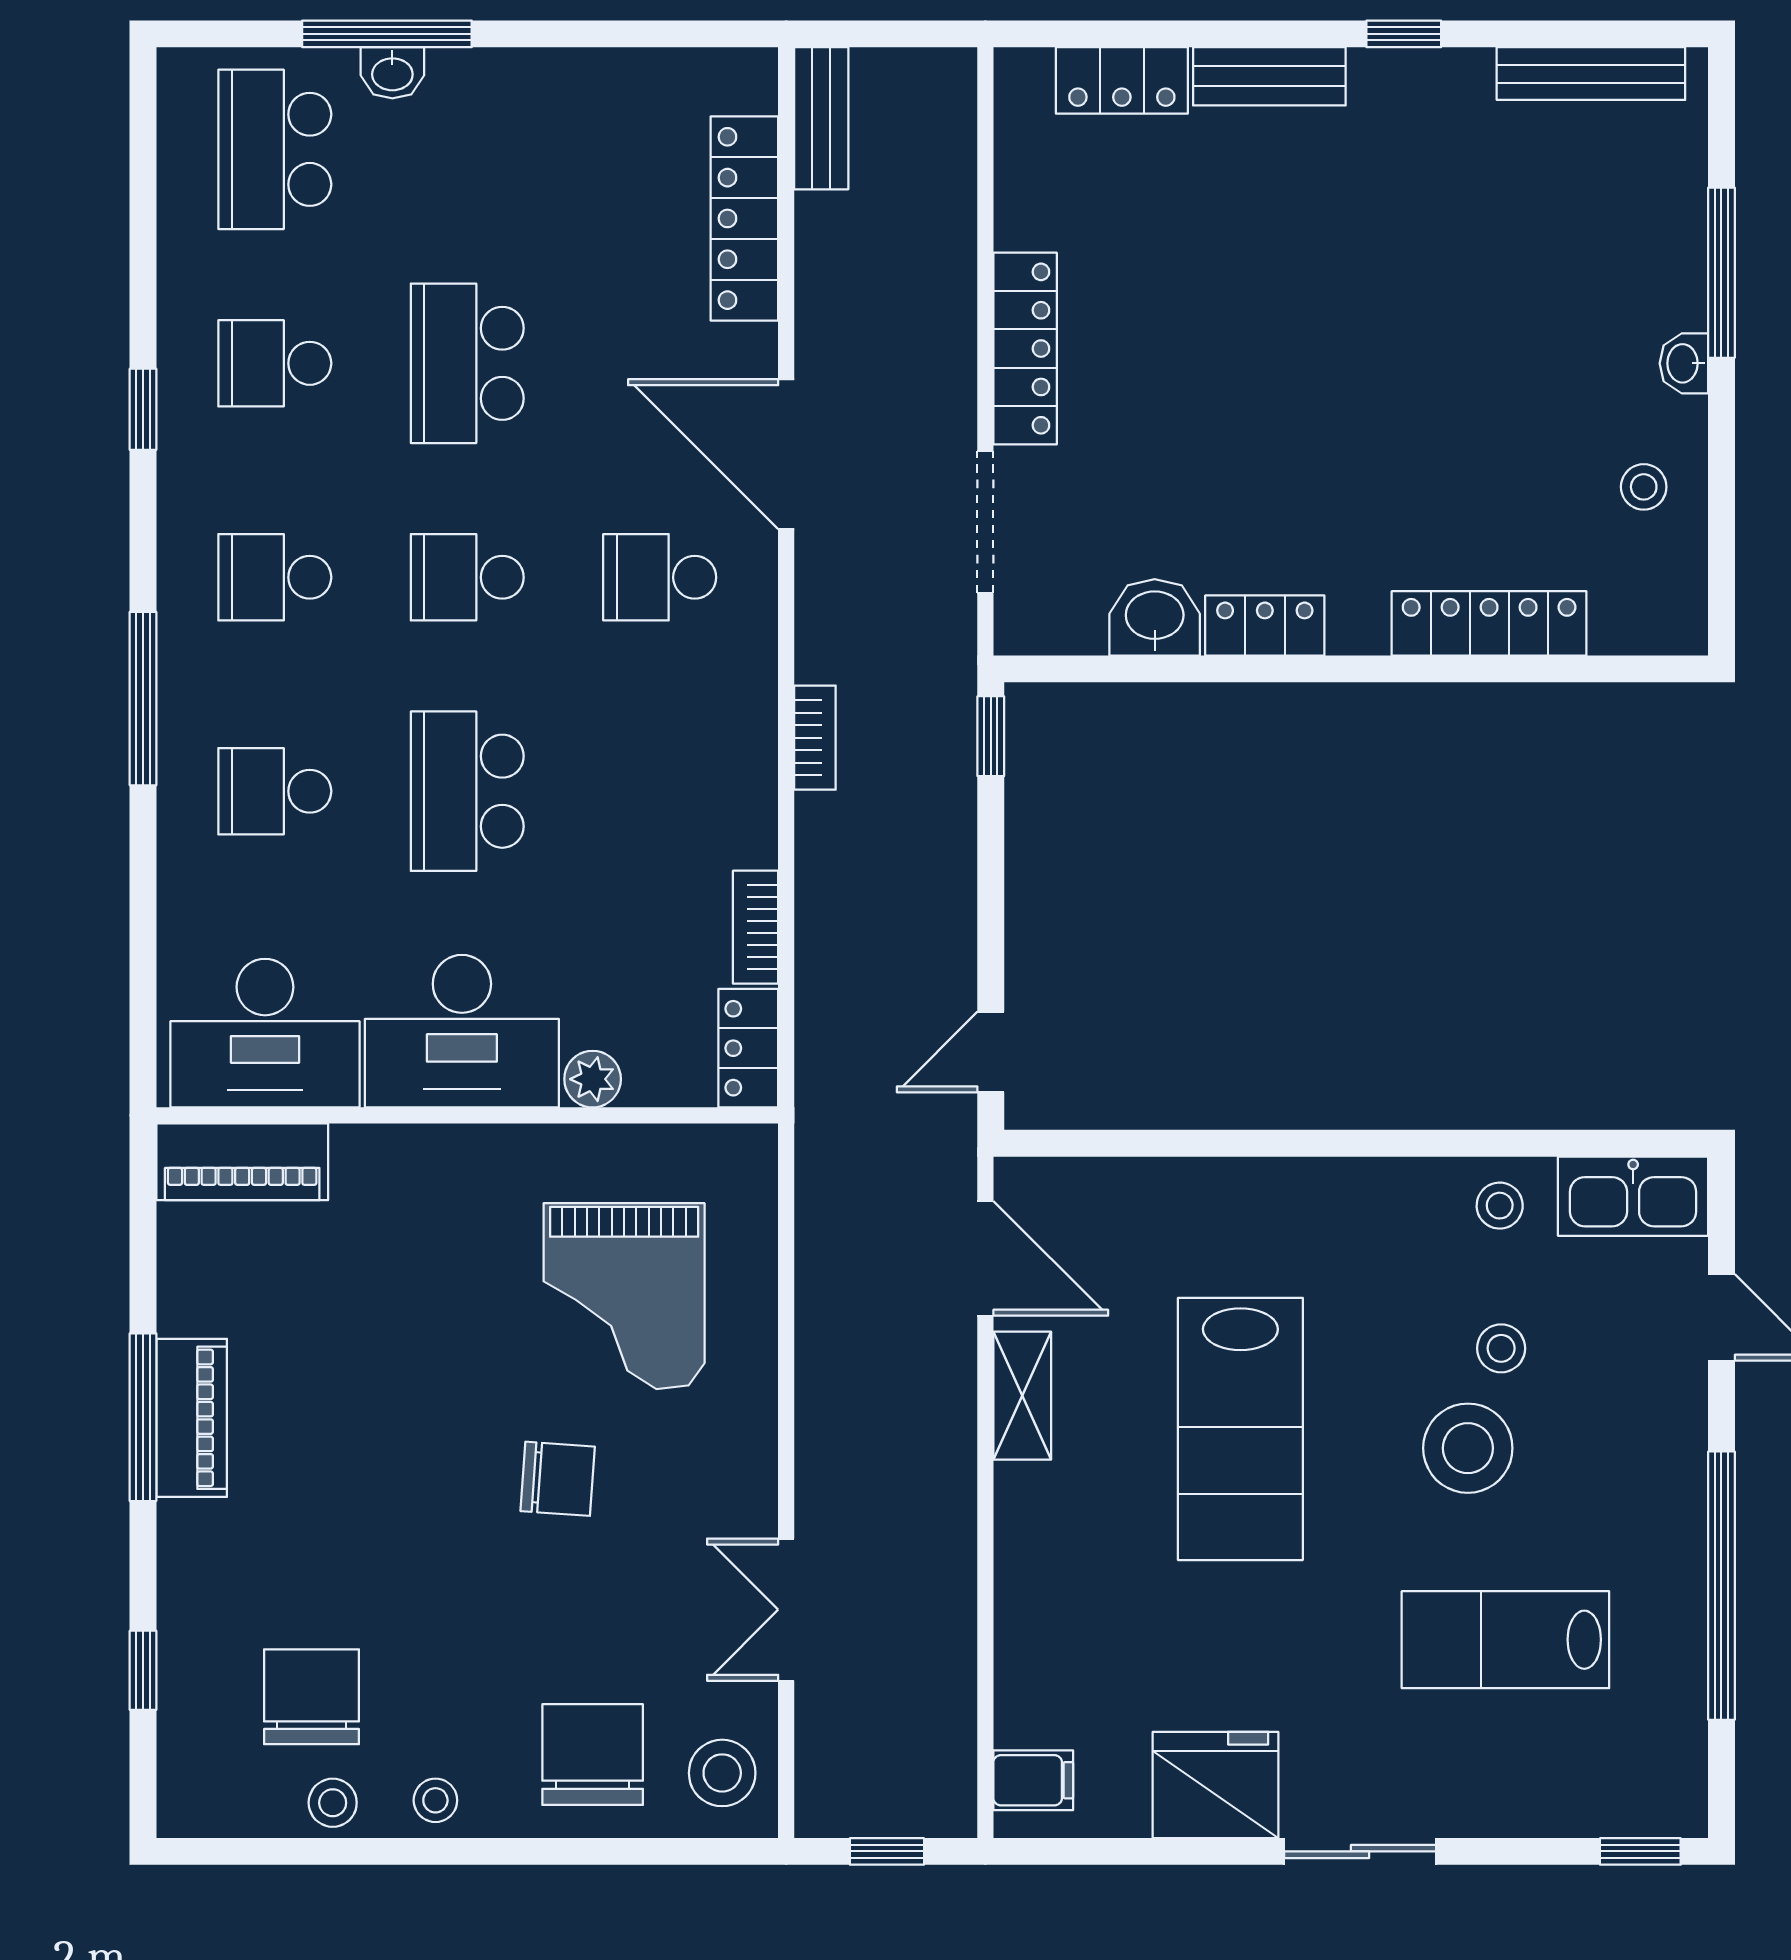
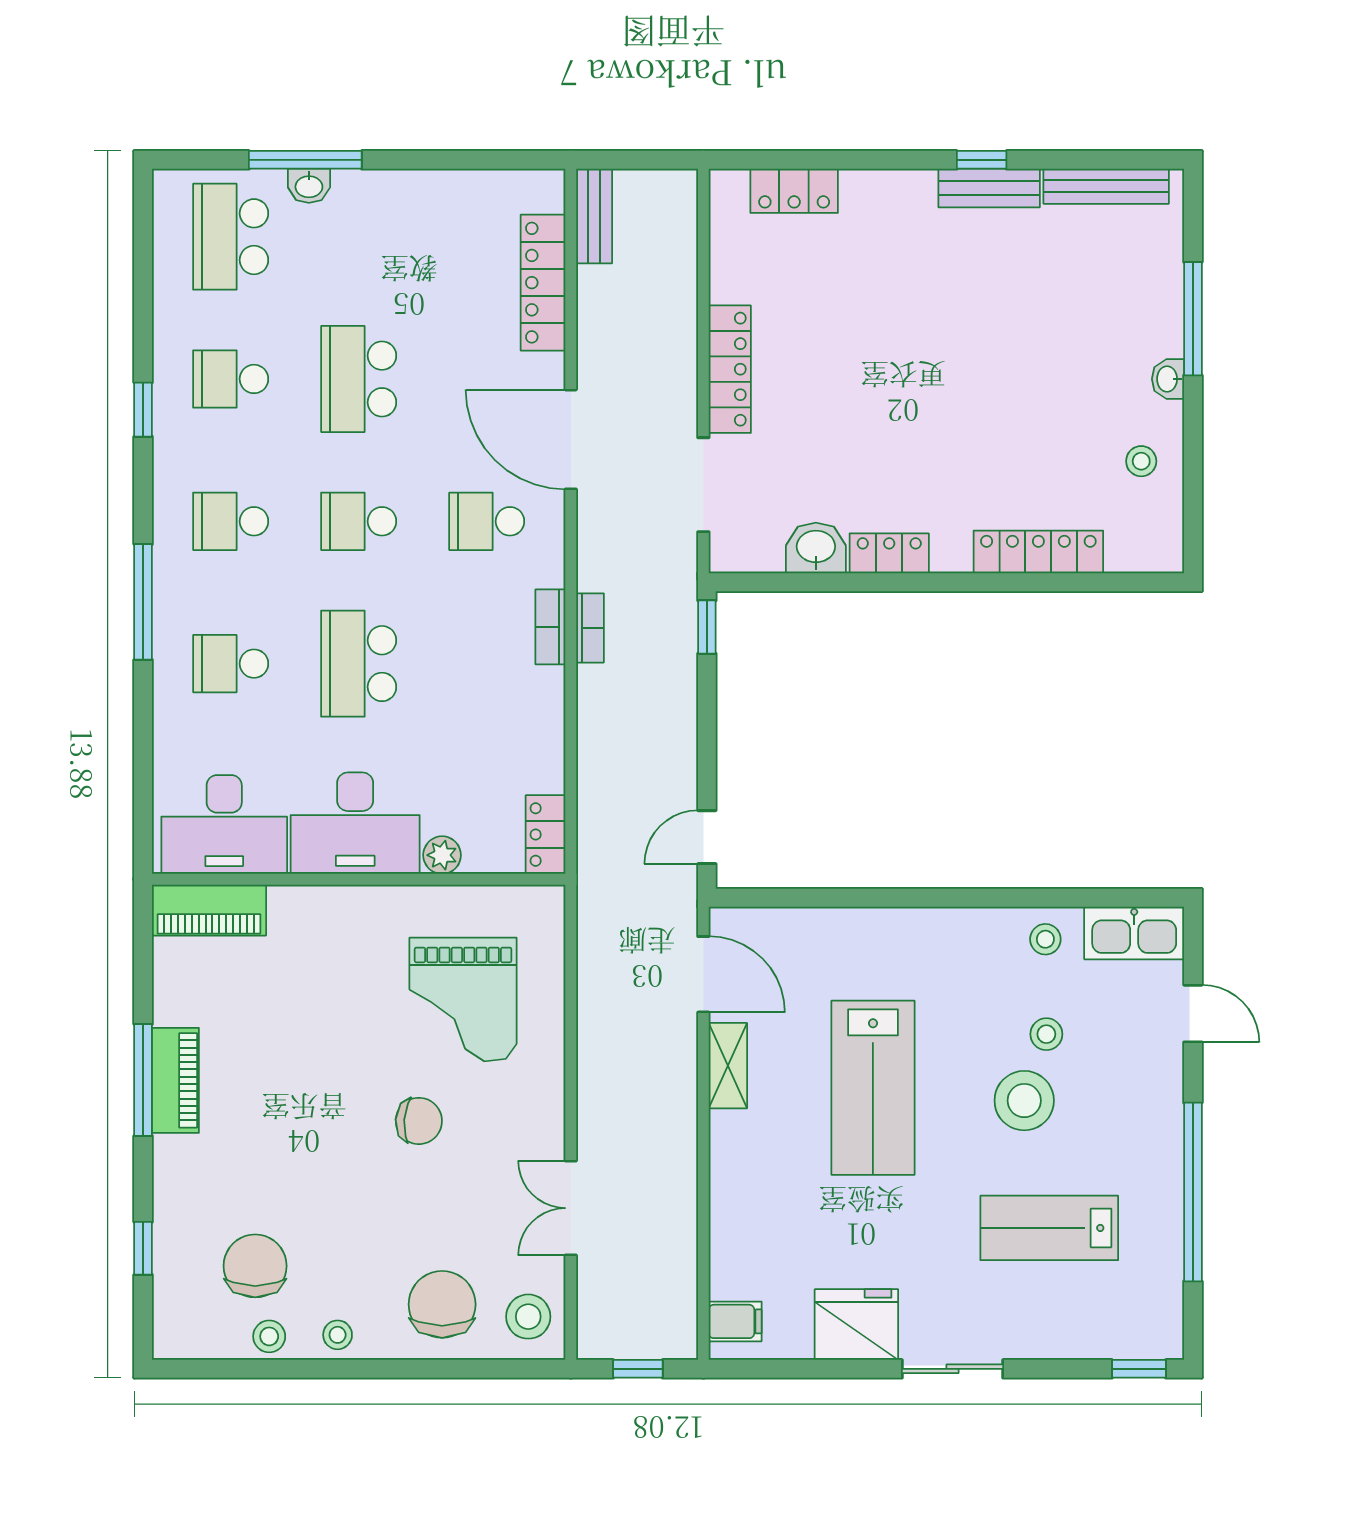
bench: (1269, 76) -> (989, 188), moved
bookcase: (756, 927) -> (550, 627), moved

